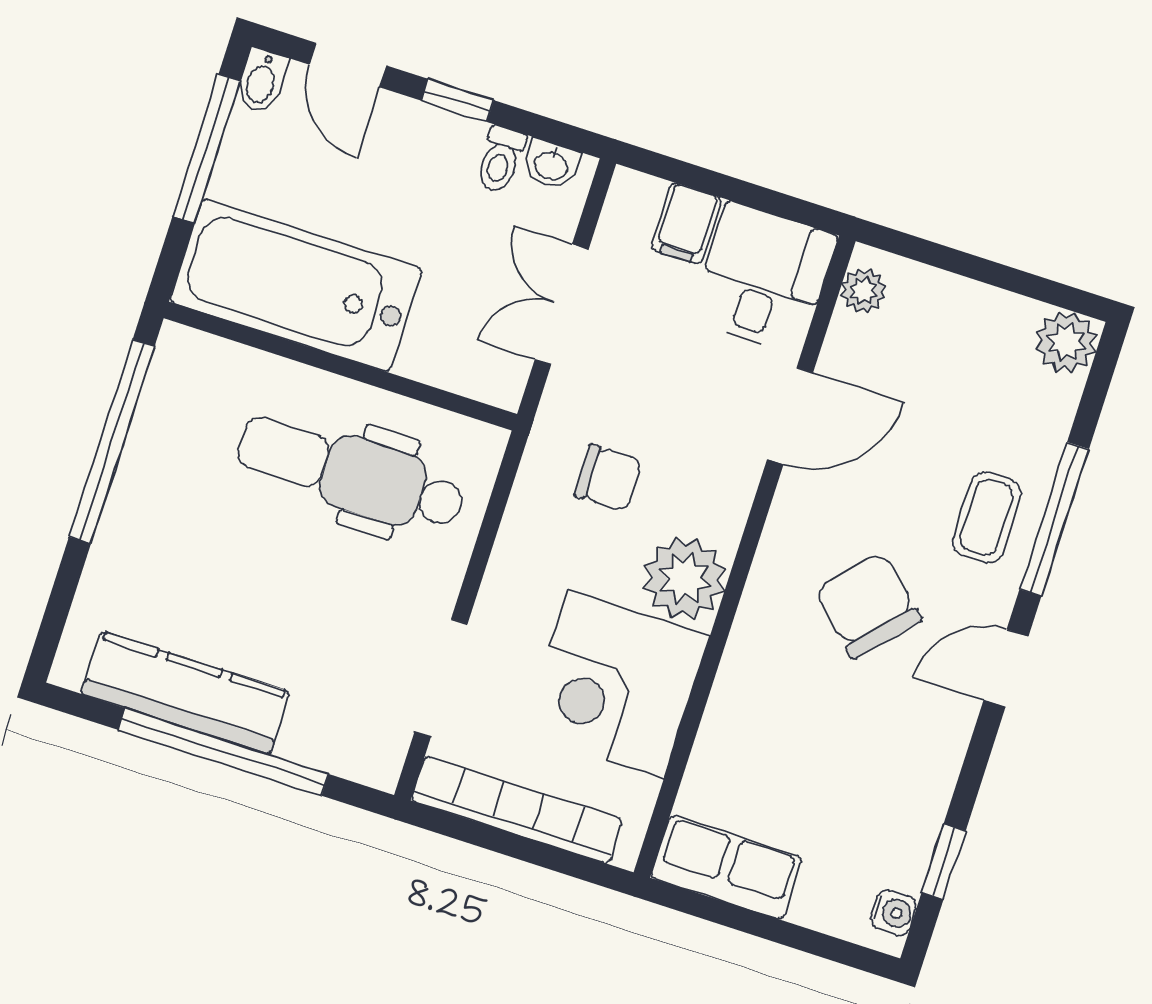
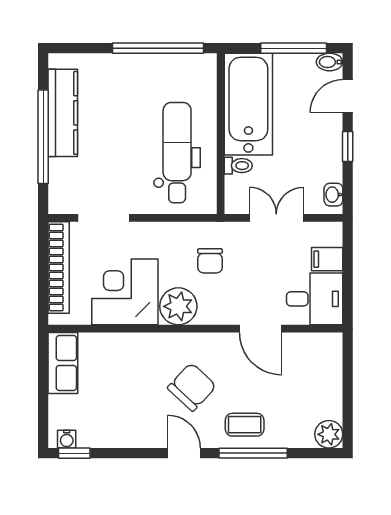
toilet: (501, 159) -> (238, 166), moved, turned 180
plant: (863, 291) -> (323, 342), removed
window: (944, 862) -> (74, 453), moved

